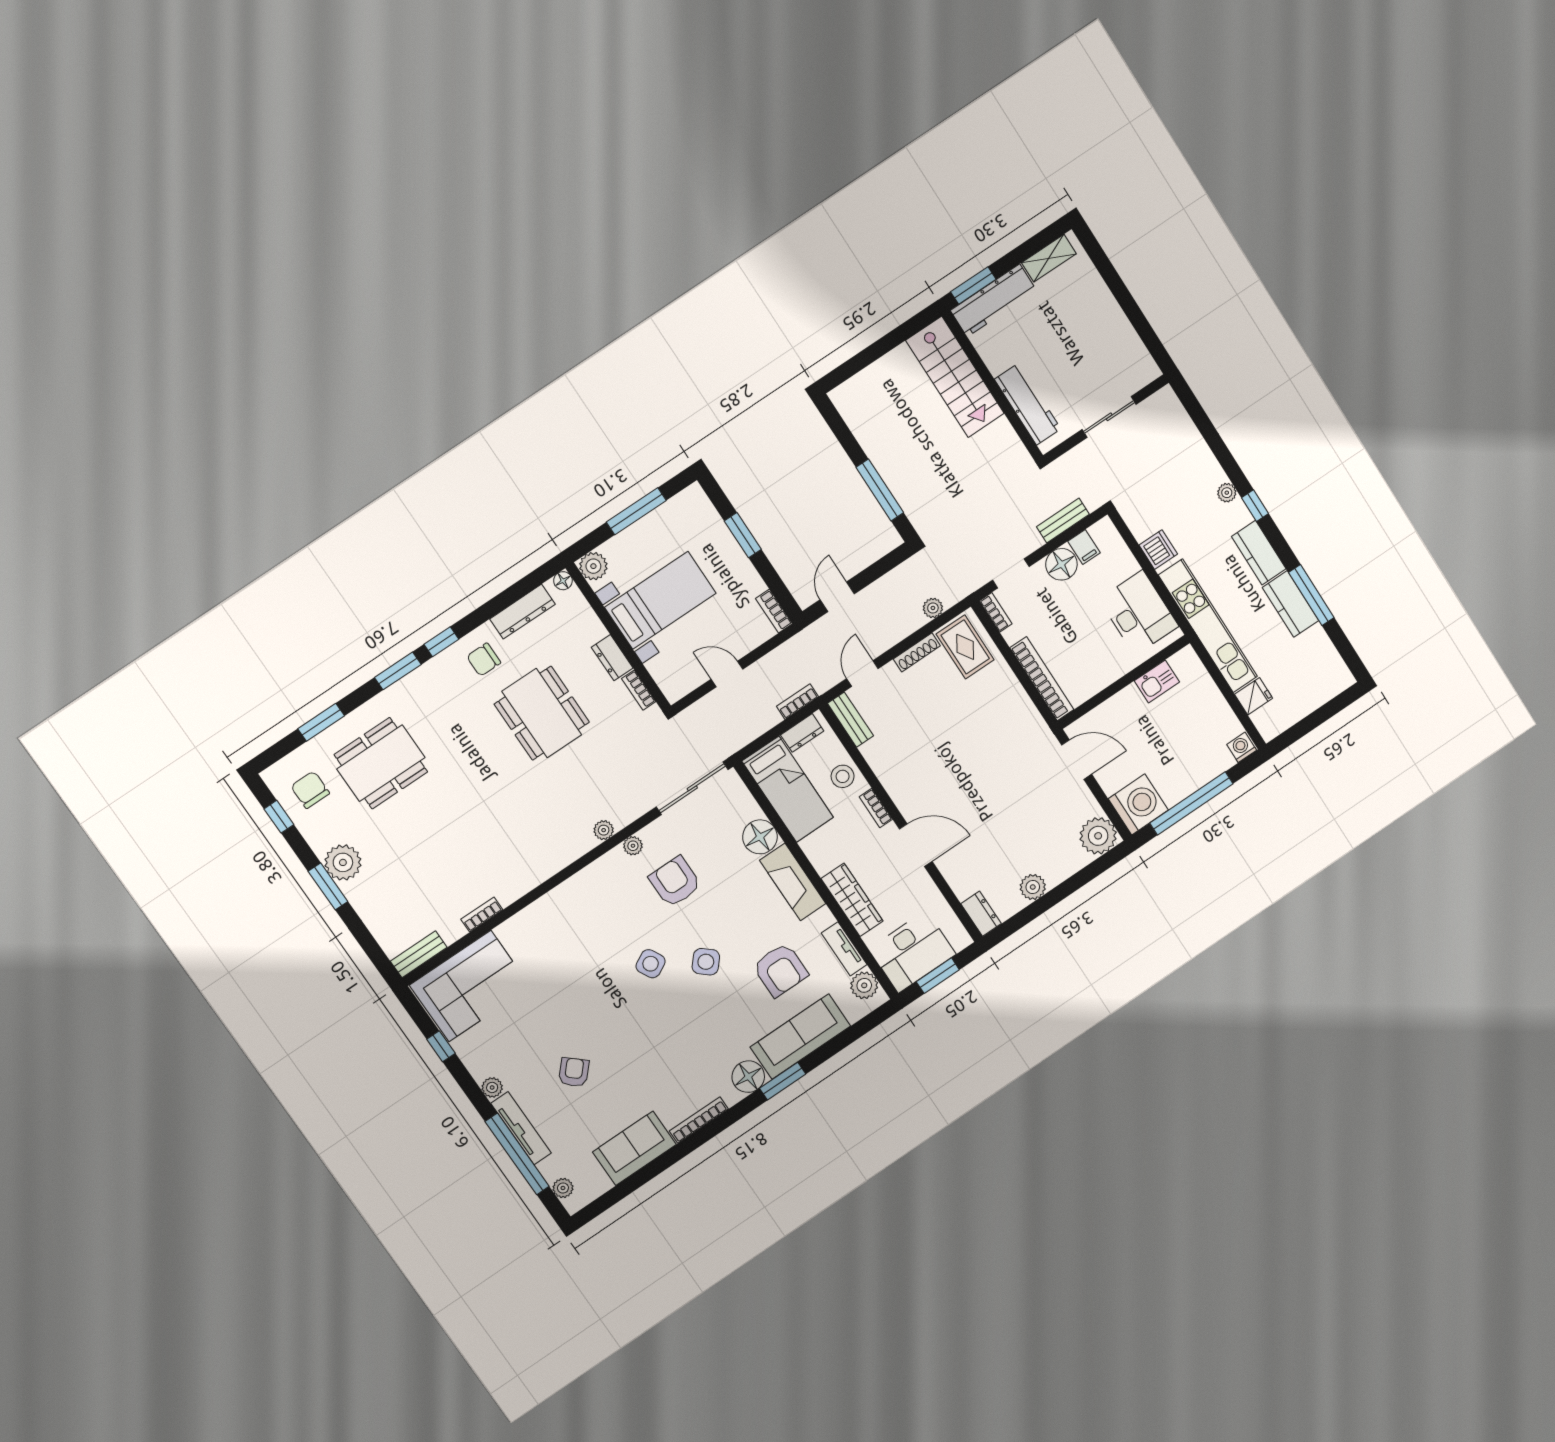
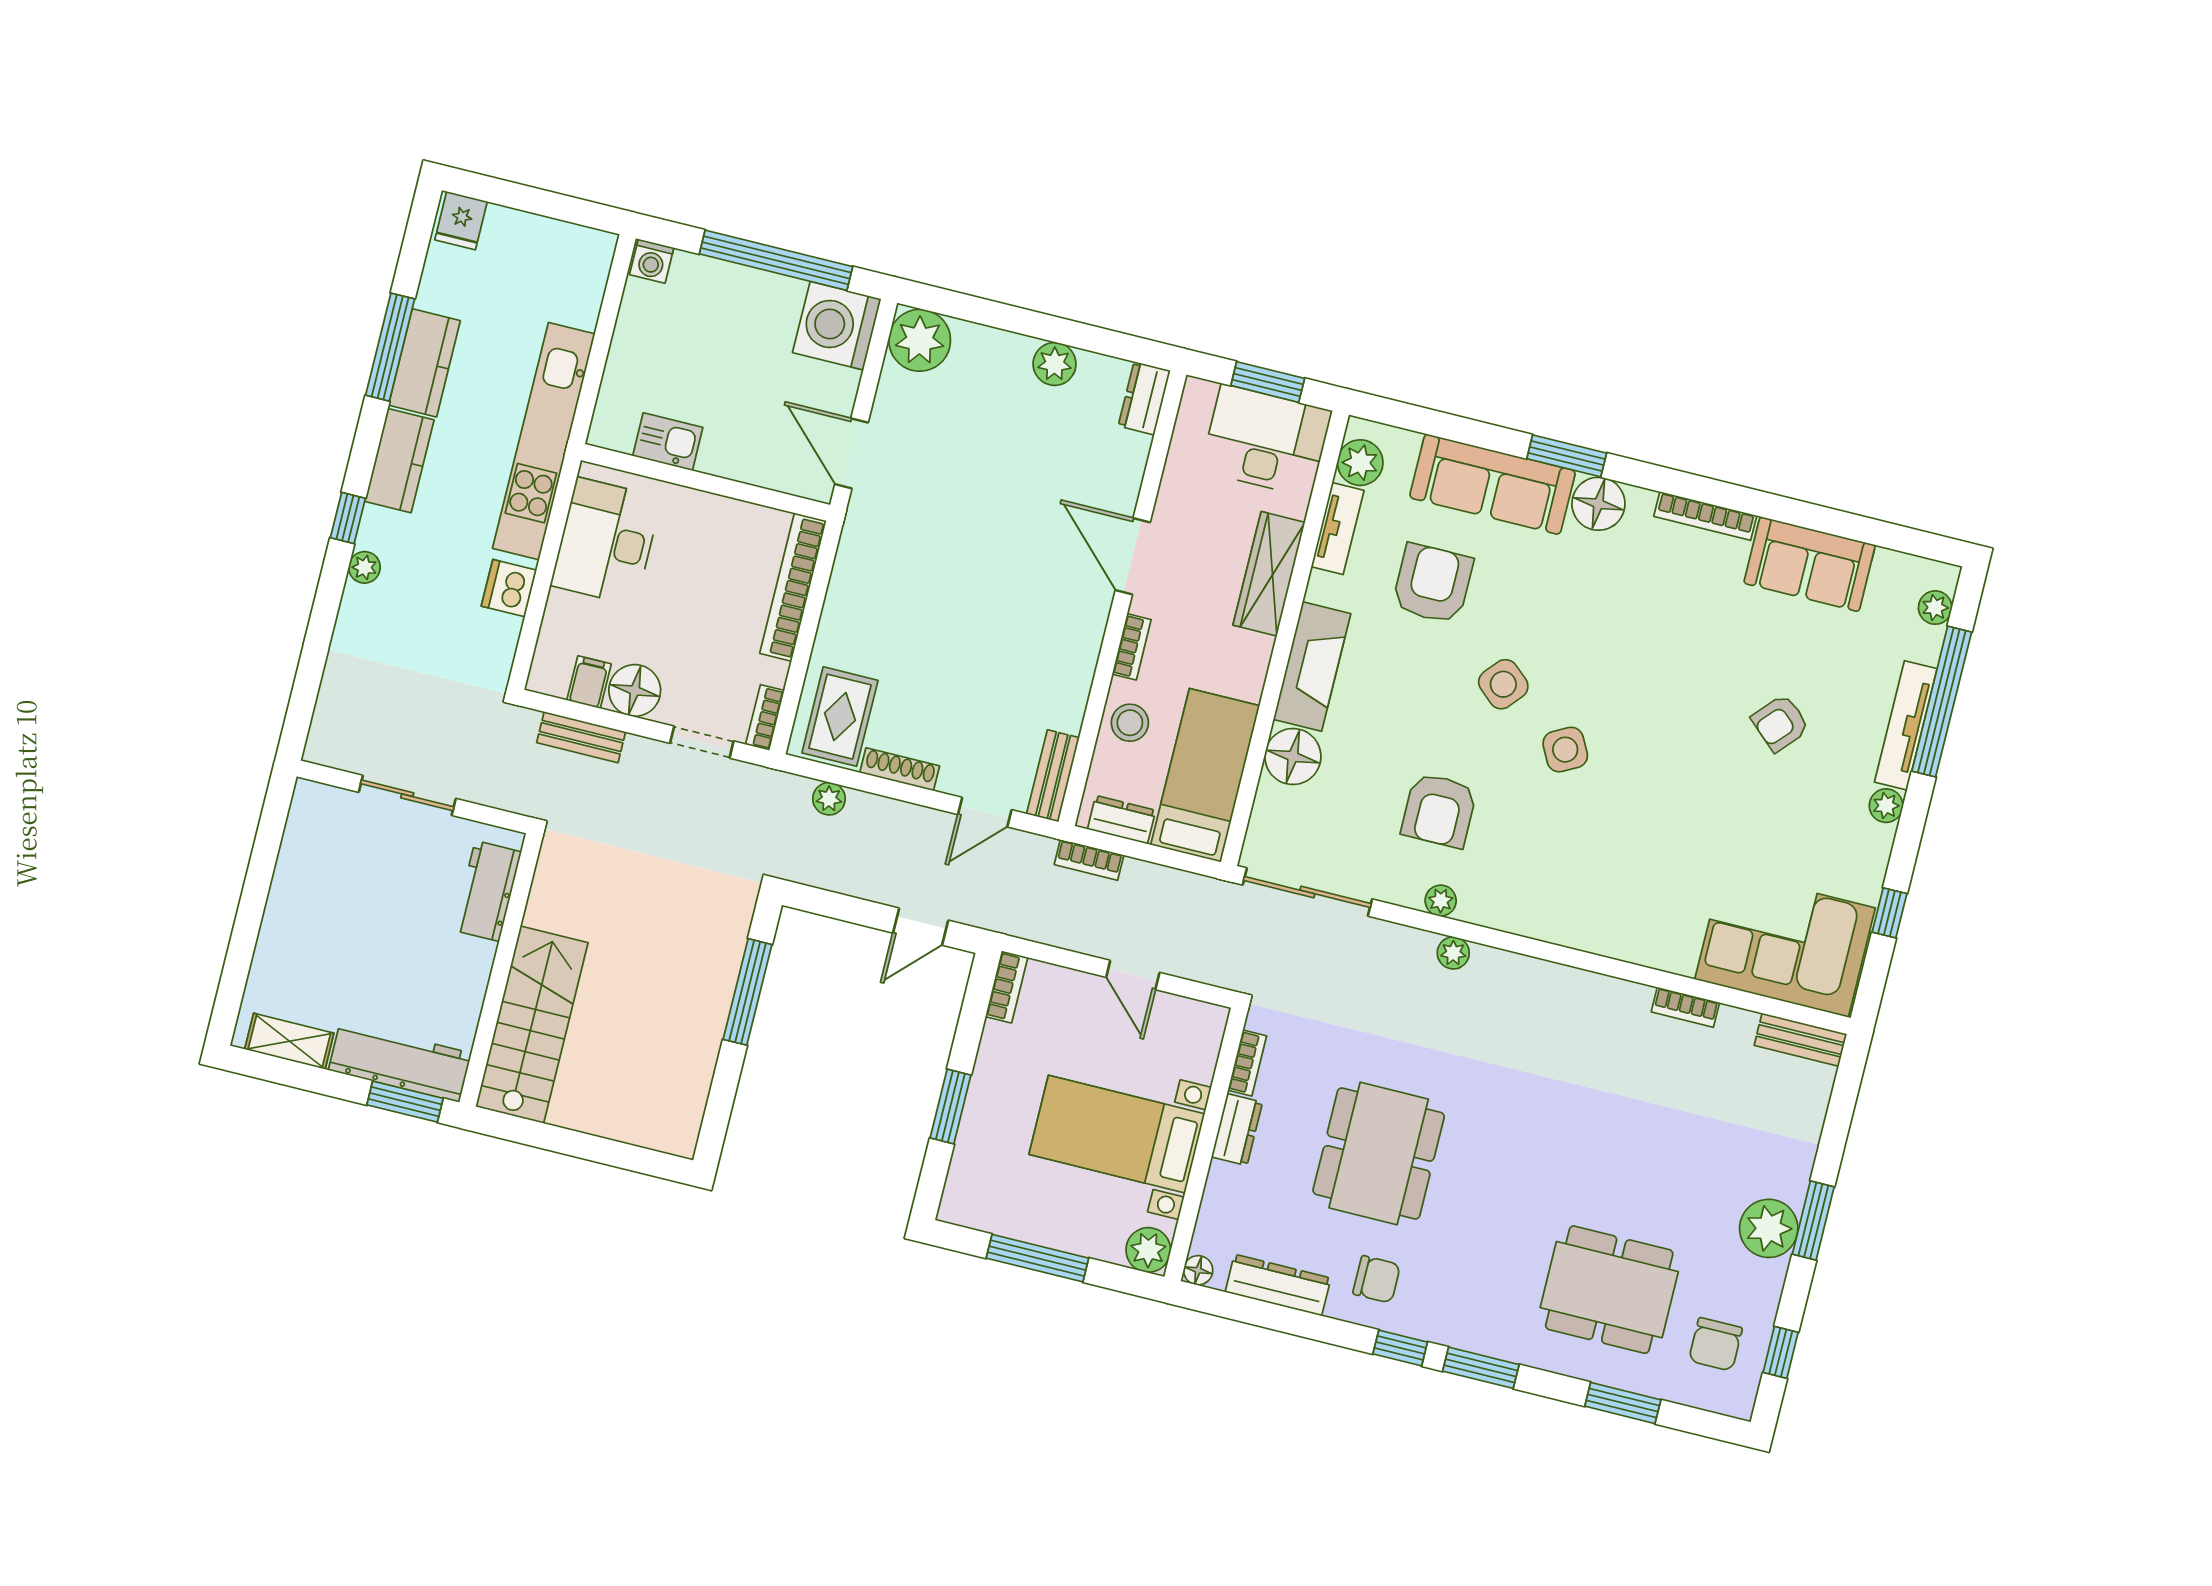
workbench: (1028, 404) -> (487, 891), width x0.73
fridge: (1254, 696) -> (461, 221), moved, turned -90

